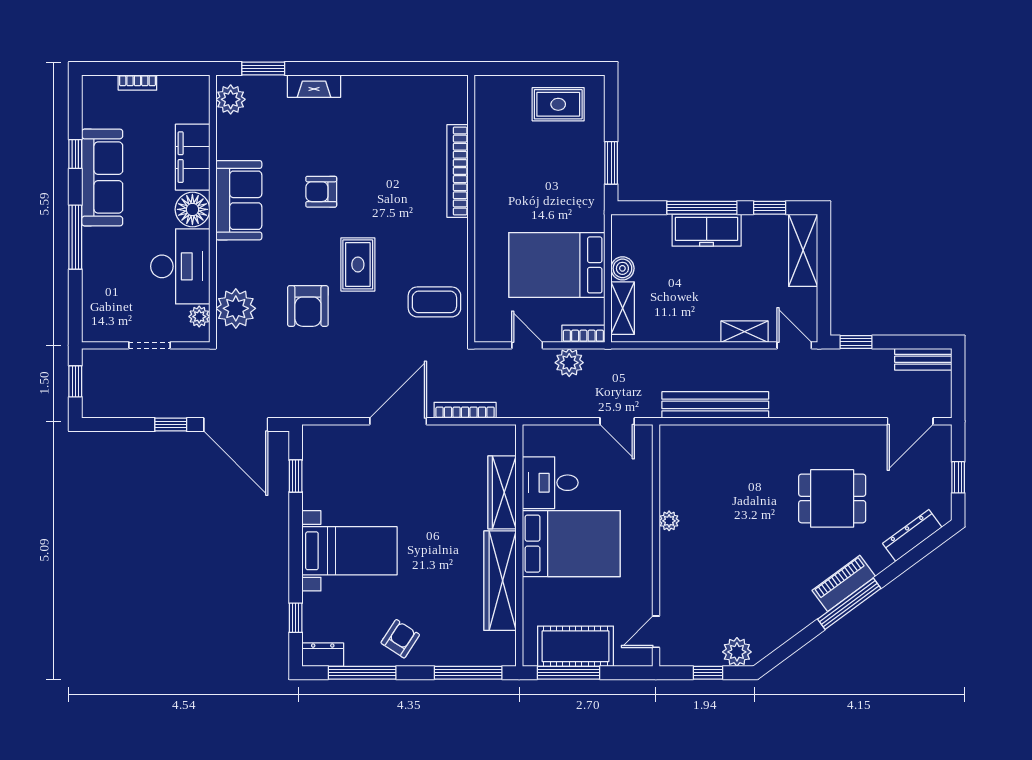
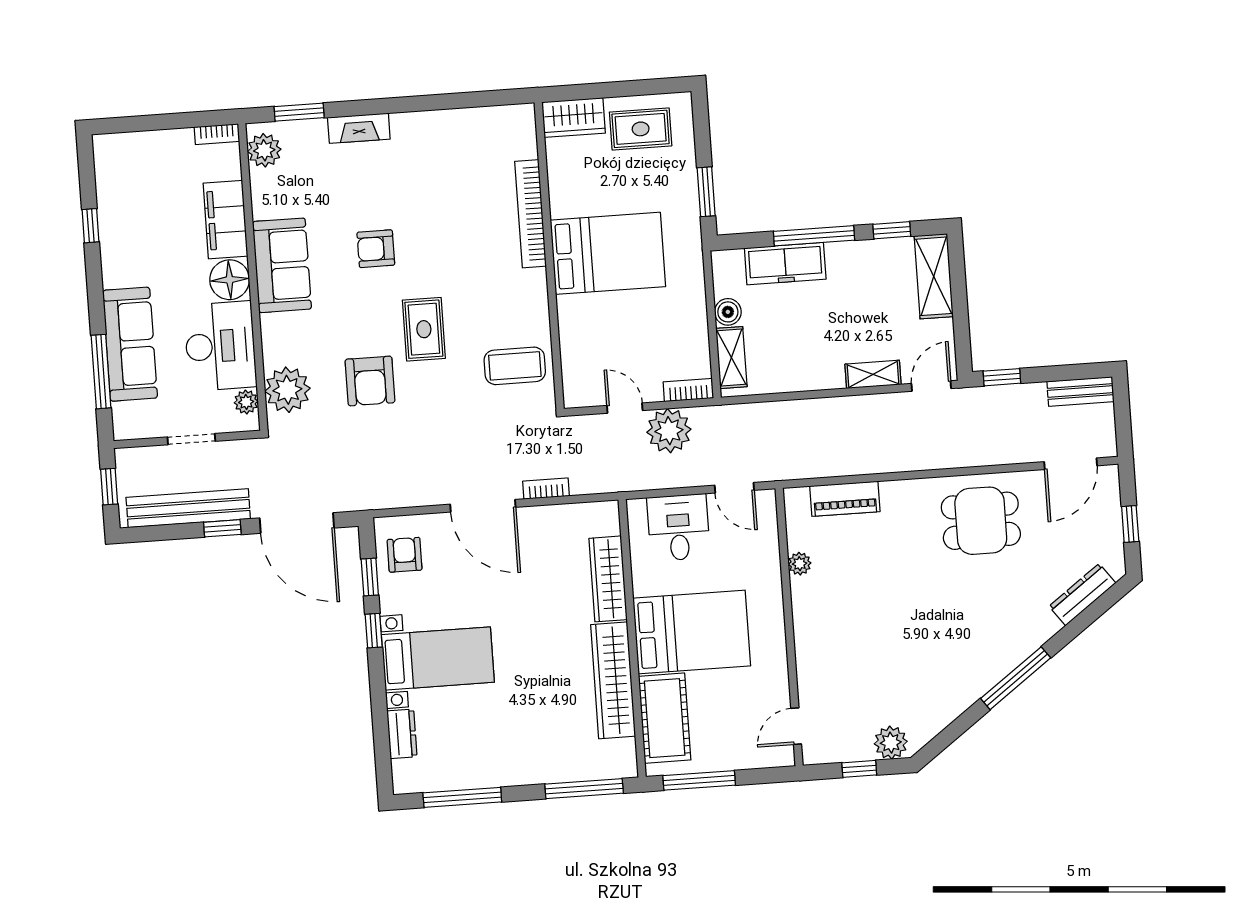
bookcase: (137, 83) -> (217, 134), moved
wardrobe: (501, 90) -> (574, 118), added
sofa: (102, 178) -> (130, 344), moved
freezer: (707, 230) -> (785, 264), moved
window: (75, 237) -> (101, 372), moved
bed: (557, 265) -> (608, 253), moved, turned 180
door: (794, 345) -> (931, 386), hinge flipped
plant: (569, 363) -> (669, 431), width x1.36, depth x1.36
bench: (715, 405) -> (188, 508), moved
bookcase: (465, 410) -> (546, 489), width x0.64
door: (398, 421) -> (483, 506), swing flipped
desk: (550, 483) -> (678, 528), moved, turned 90
dining table: (832, 498) -> (981, 521), moved
plant: (669, 521) -> (800, 564), moved
piano: (844, 583) -> (845, 499), moved, turned -144
window: (296, 618) -> (374, 631), moved
armchair: (400, 639) -> (405, 555), moved, turned -33
cot: (575, 646) -> (665, 718), moved, turned 90
dresser: (323, 655) -> (402, 734), moved, turned 90

